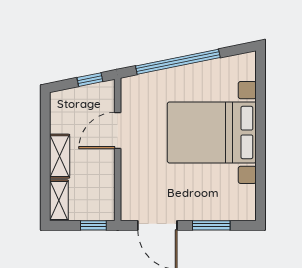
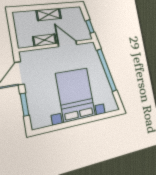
shelving: (59, 200) -> (45, 40), moved
window: (93, 225) -> (13, 37), removed

